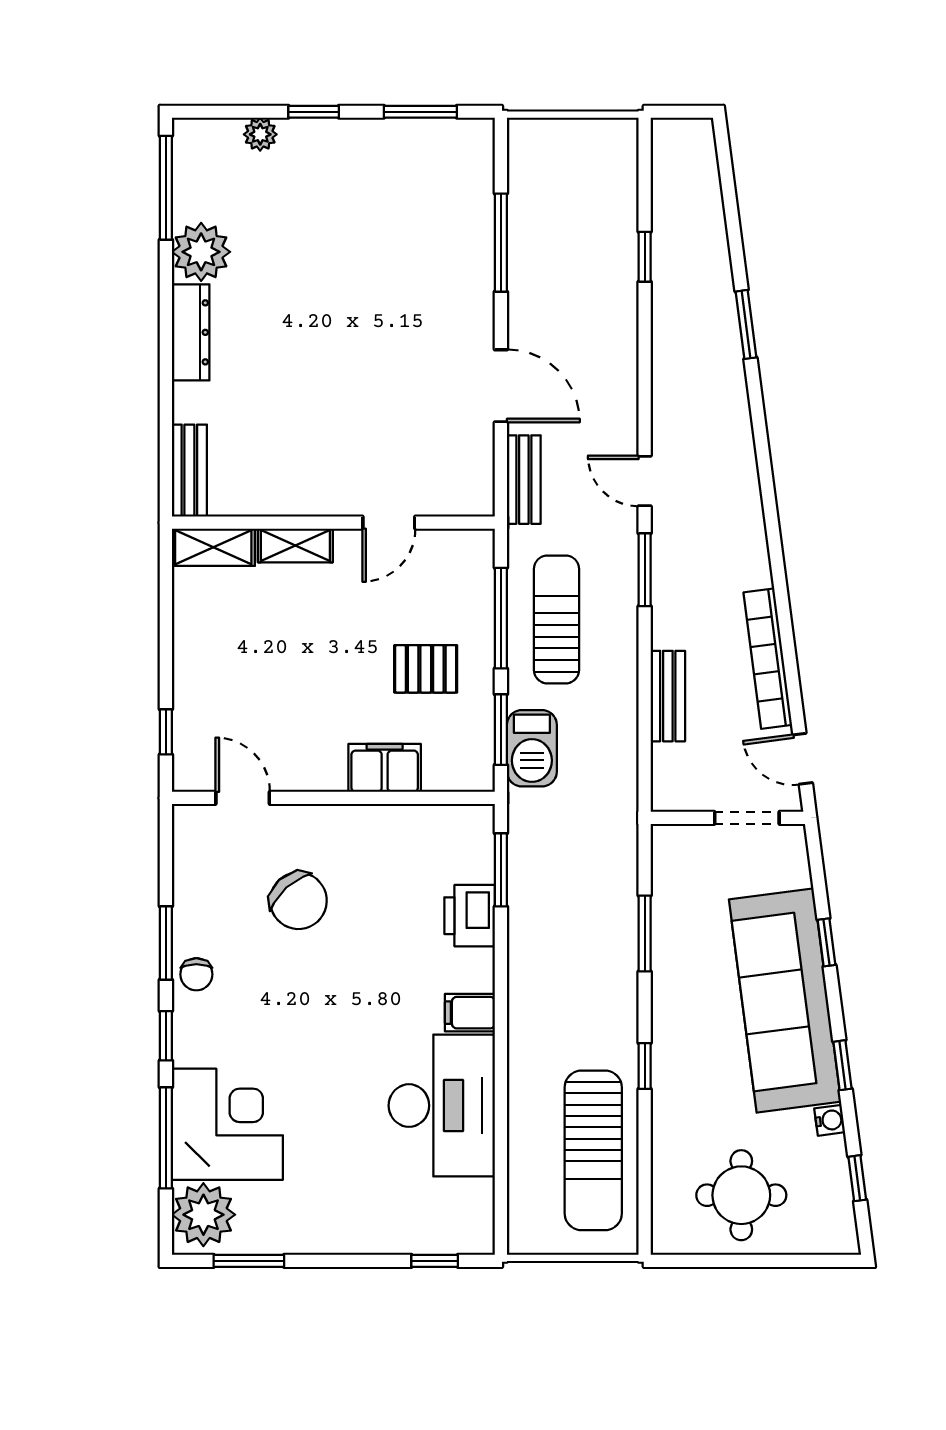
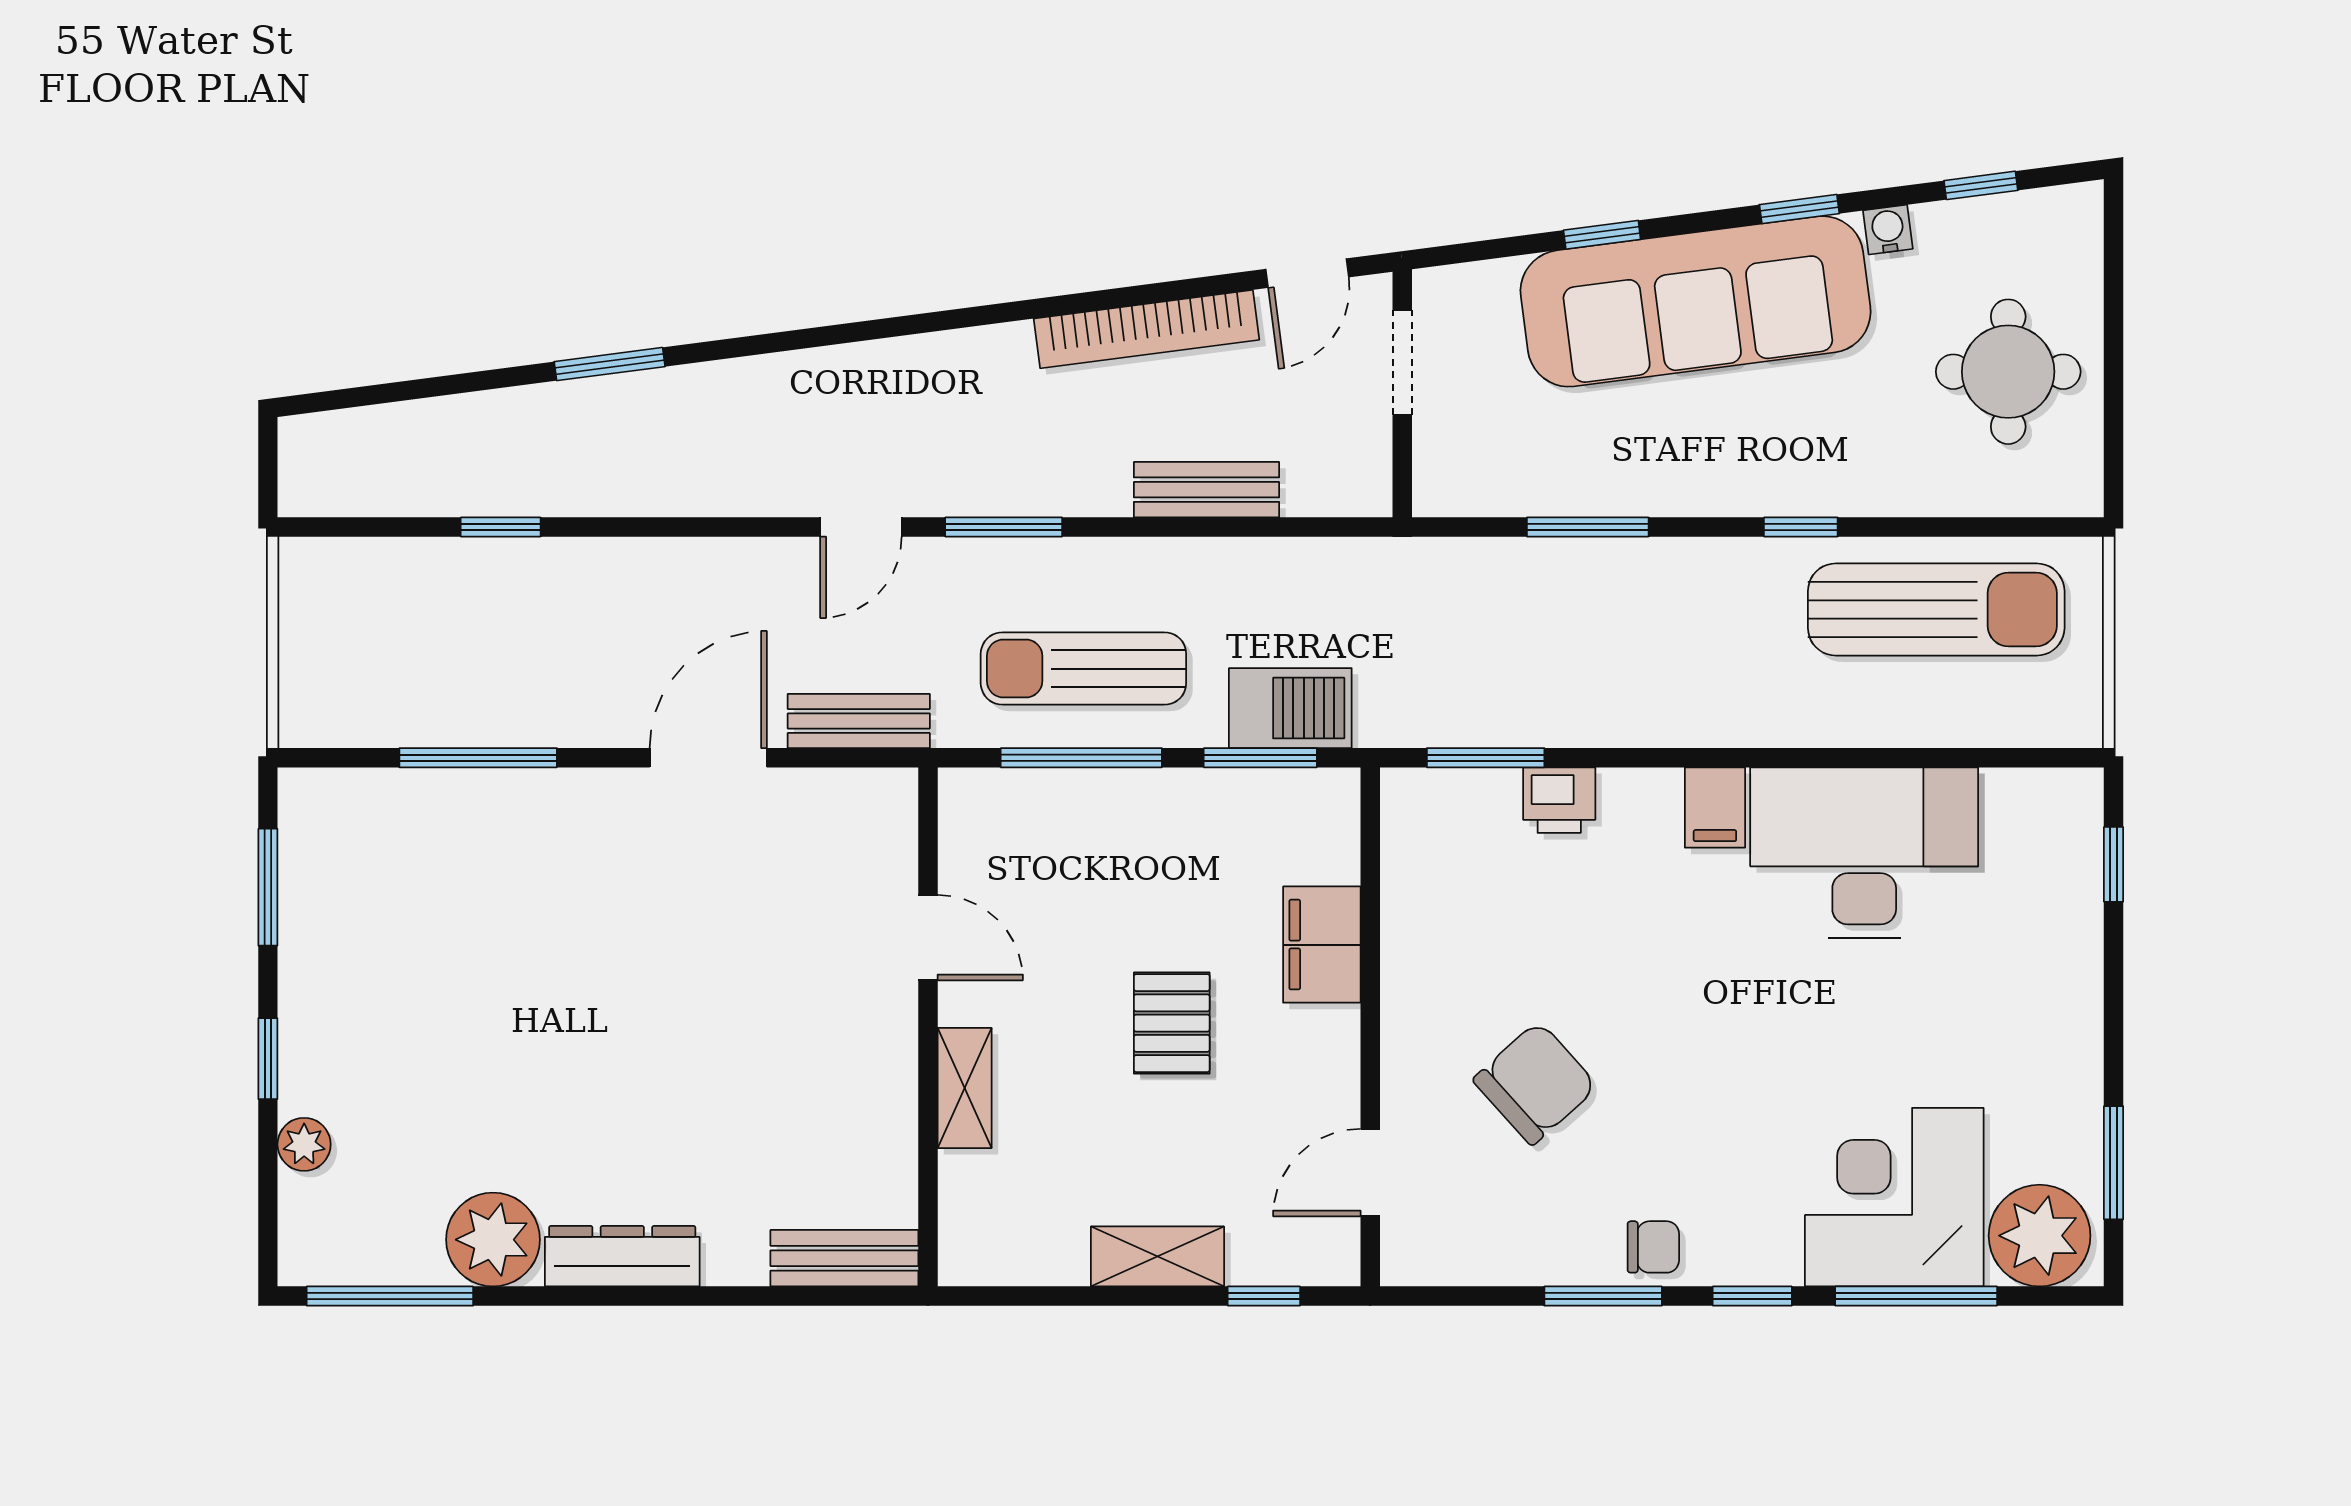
shelving: (213, 547) -> (1157, 1256), moved, turned 90
pallet: (426, 669) -> (1172, 1023), moved
printer: (470, 916) -> (1559, 800), width x0.73, depth x0.81

